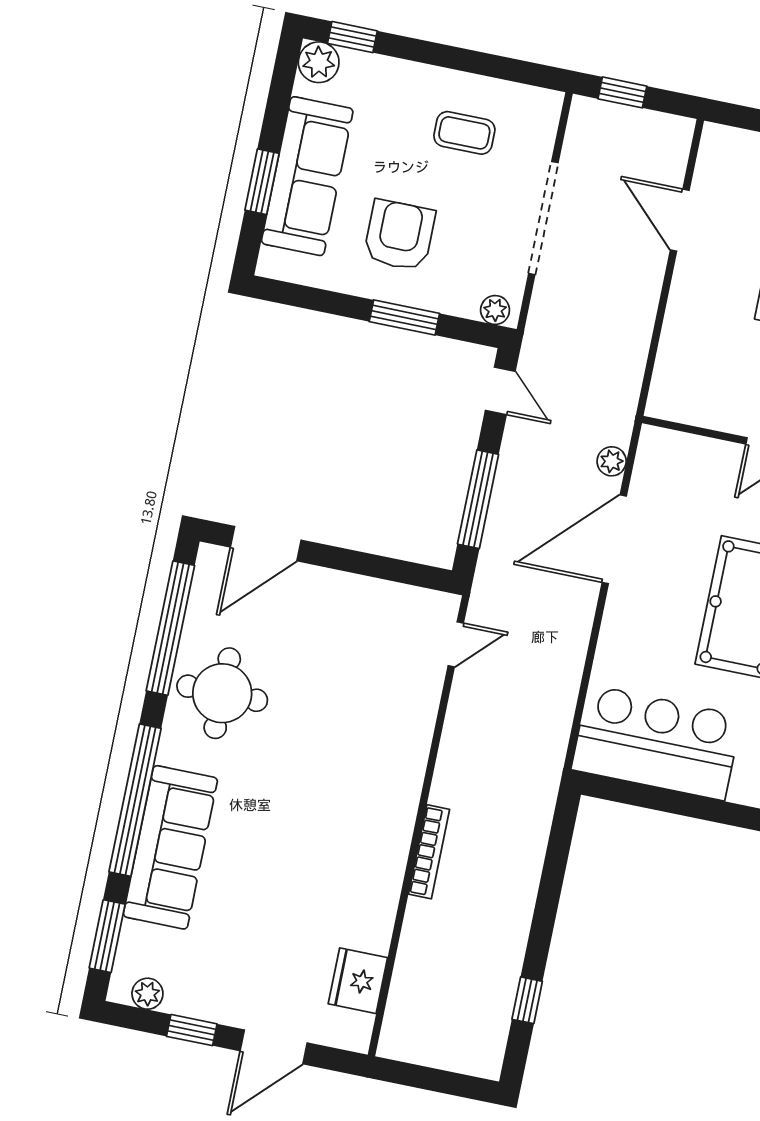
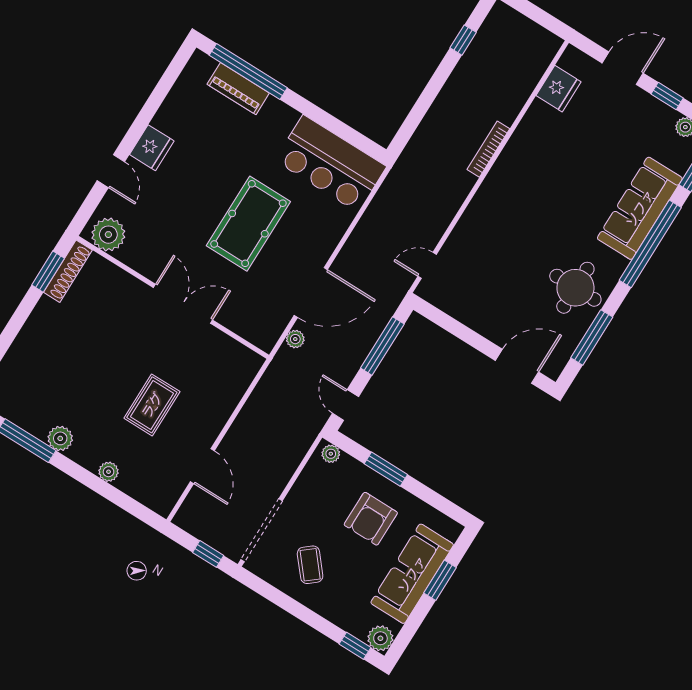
coffee table: (464, 133) -> (310, 565), turned 50
doorway: (543, 218) -> (262, 530), moved
window: (170, 628) -> (592, 337), width x0.68

